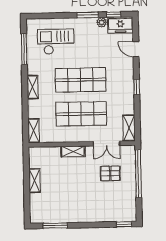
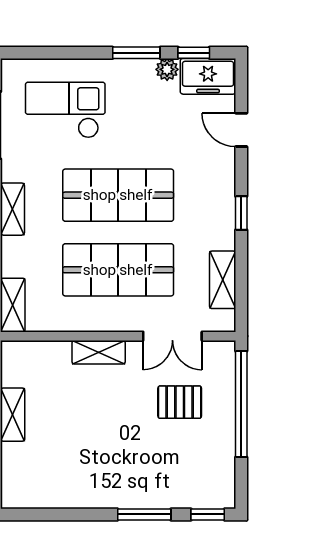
shelving: (129, 128) -> (223, 280), moved
window: (55, 226) -> (144, 514), moved

